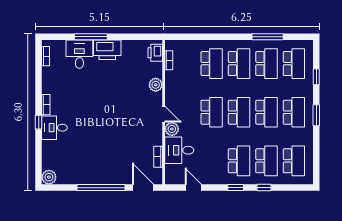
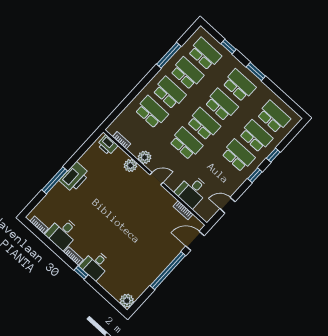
desk: (79, 54) -> (63, 233), moved, turned -90
plant: (172, 129) -> (145, 157), moved

